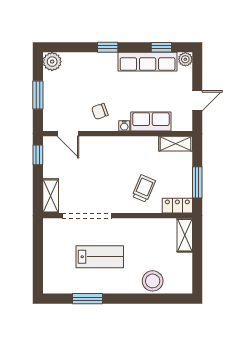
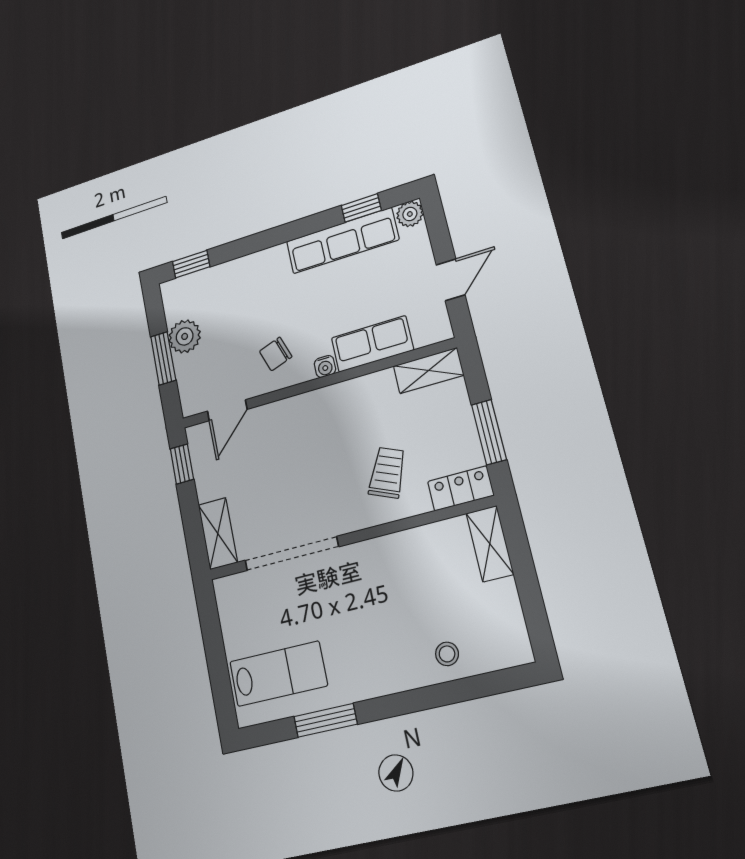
window: (108, 47) -> (191, 264), moved
plant: (52, 62) -> (185, 336), moved
door: (68, 134) -> (227, 410), hinge flipped
lab bench: (100, 257) -> (278, 674), moved
stool: (153, 281) -> (447, 654), width x0.53, depth x0.53

